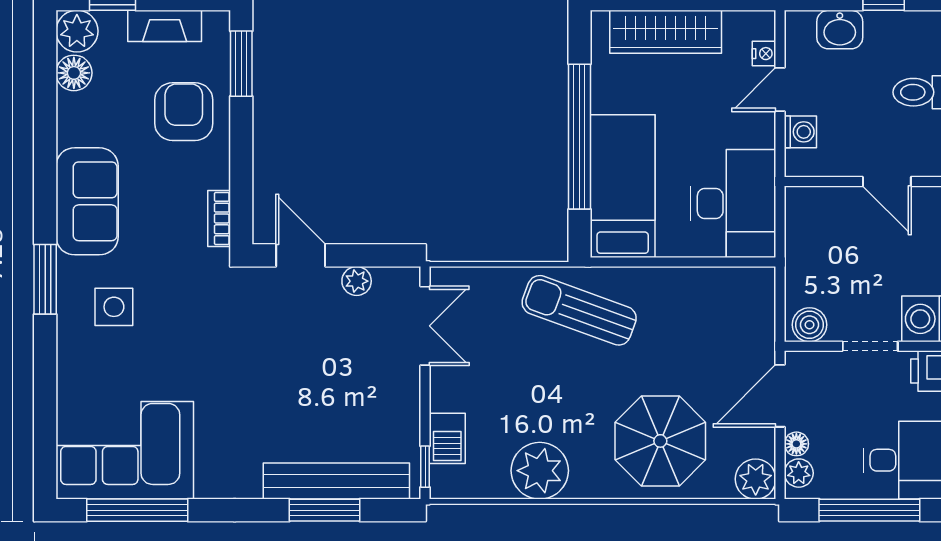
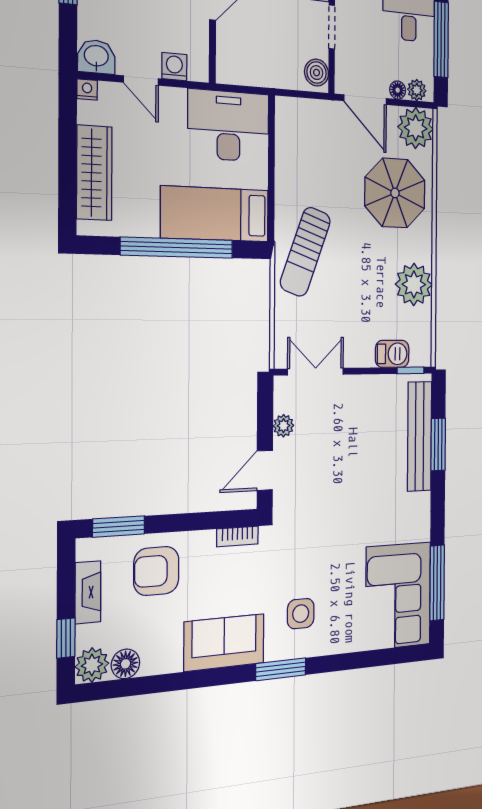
washbasin: (840, 30) -> (96, 57), moved, turned -90
nightstand: (764, 54) -> (87, 89), moved
plant: (756, 479) -> (416, 128), width x1.36, depth x1.36

